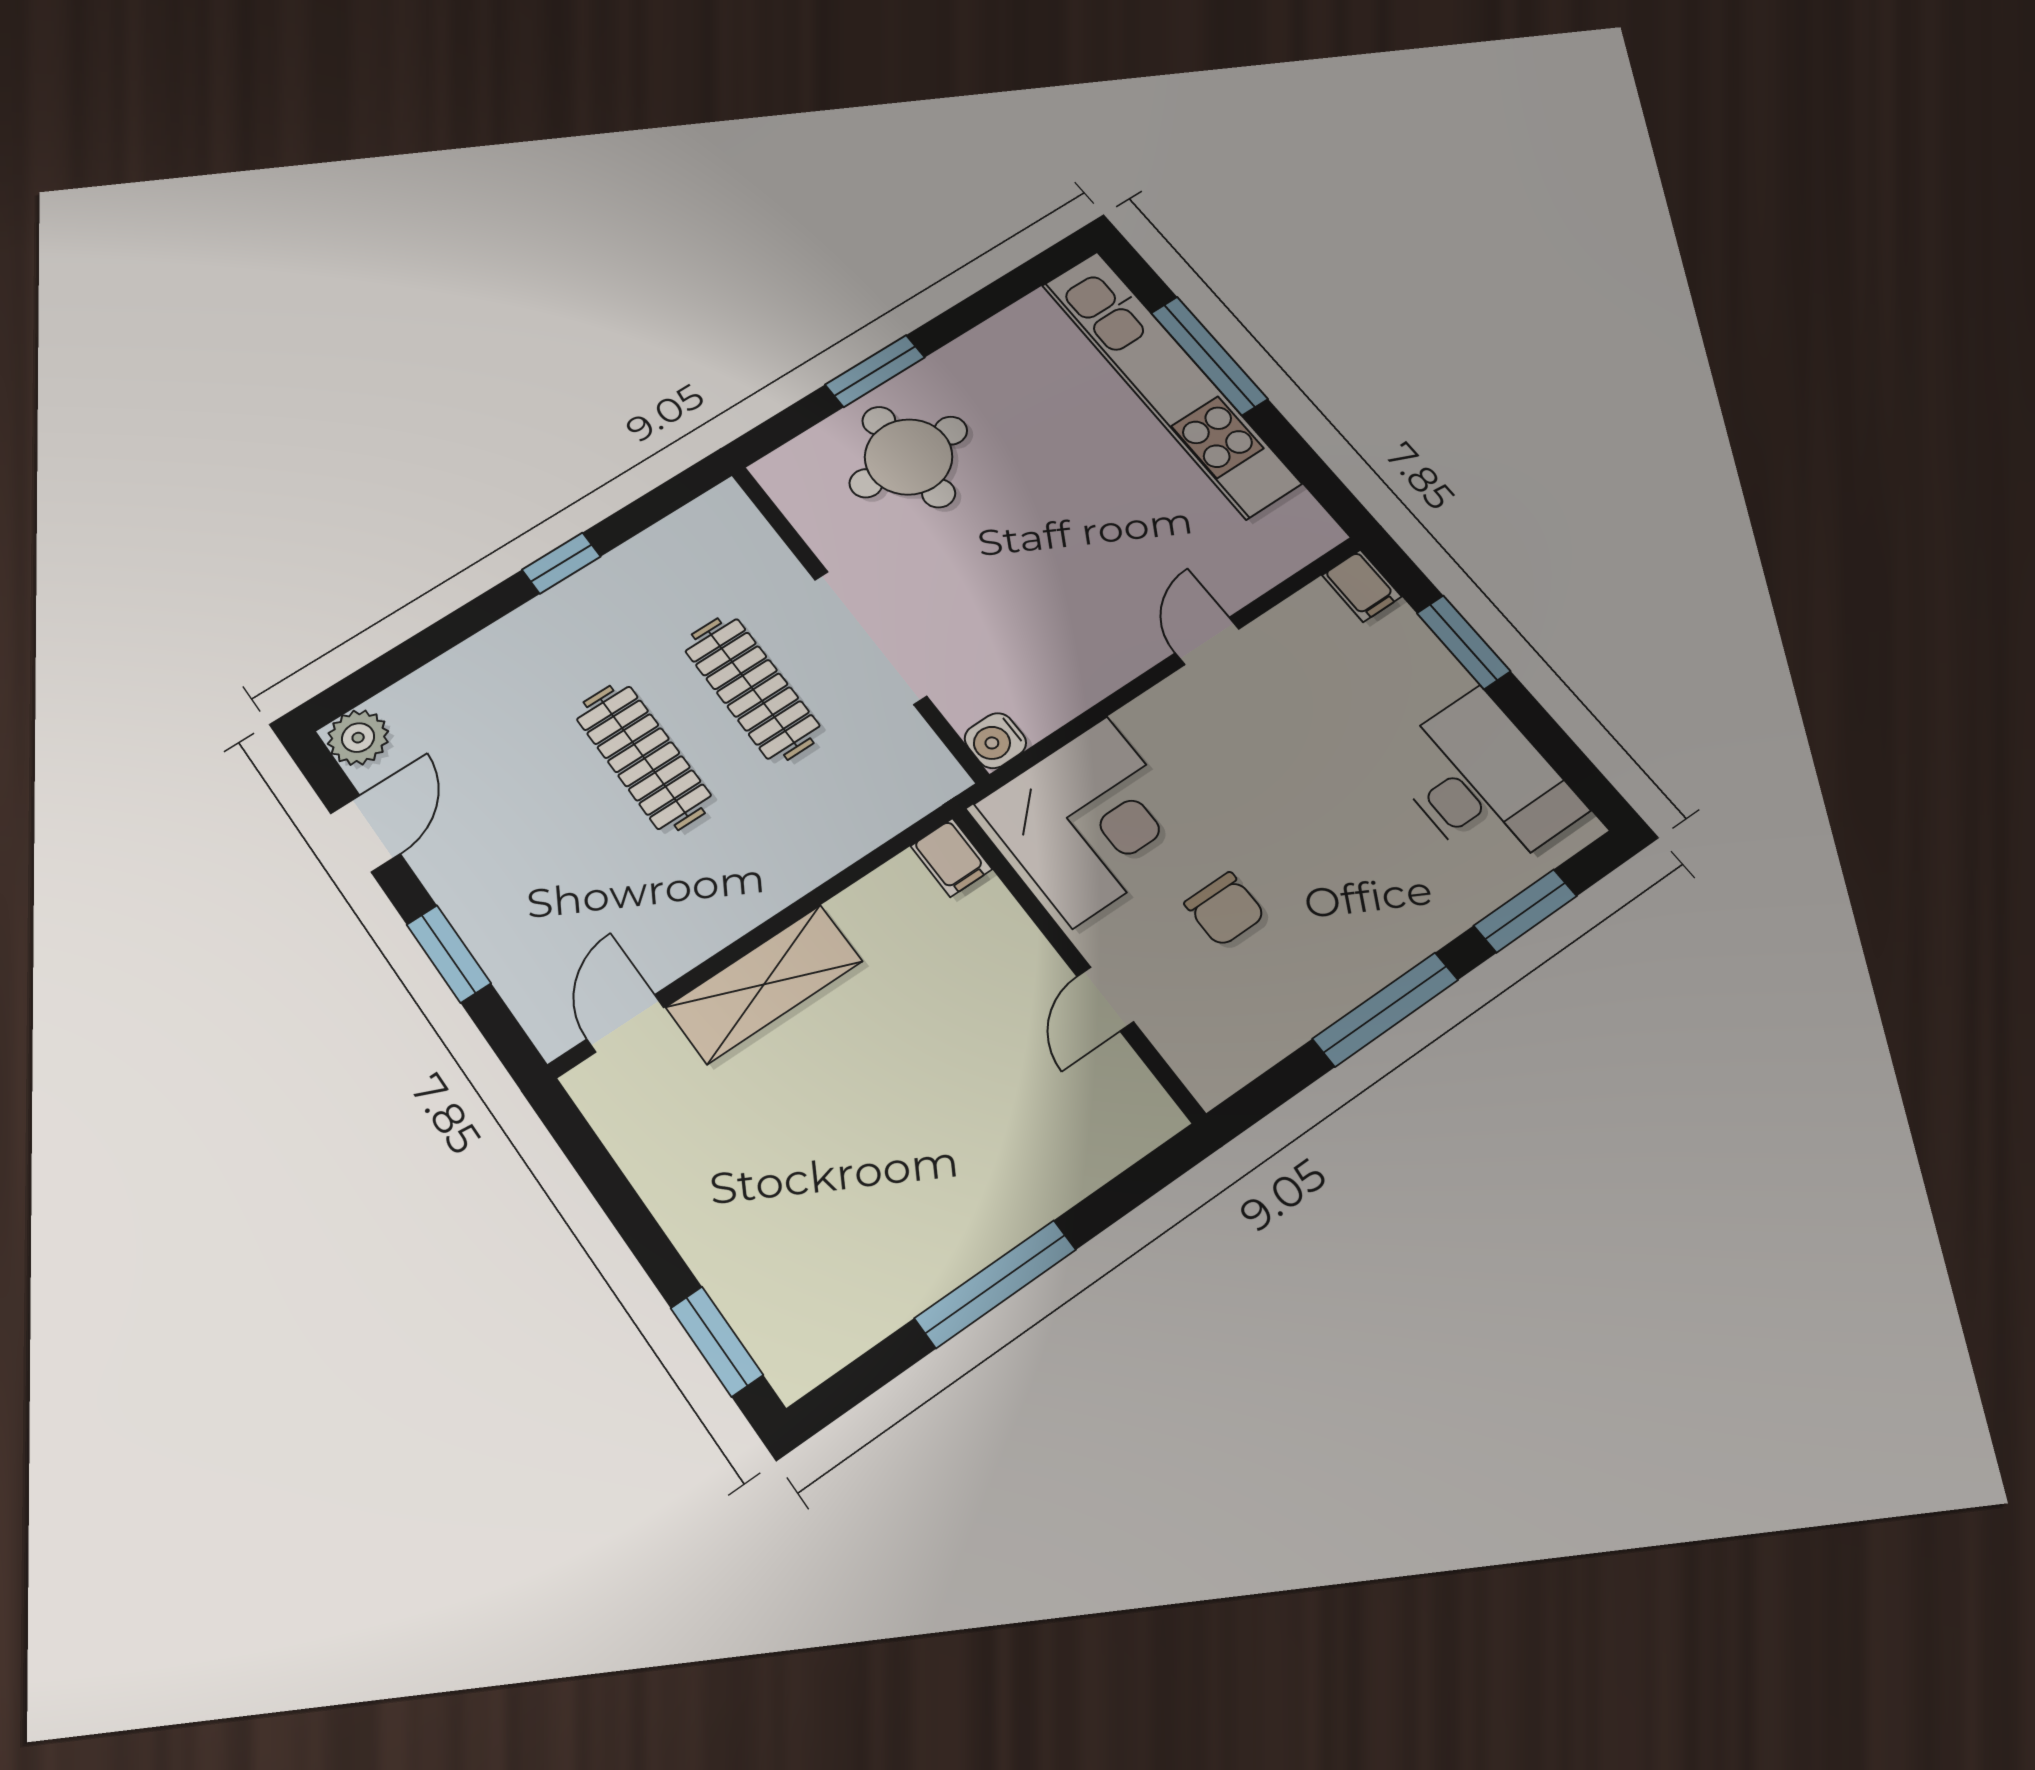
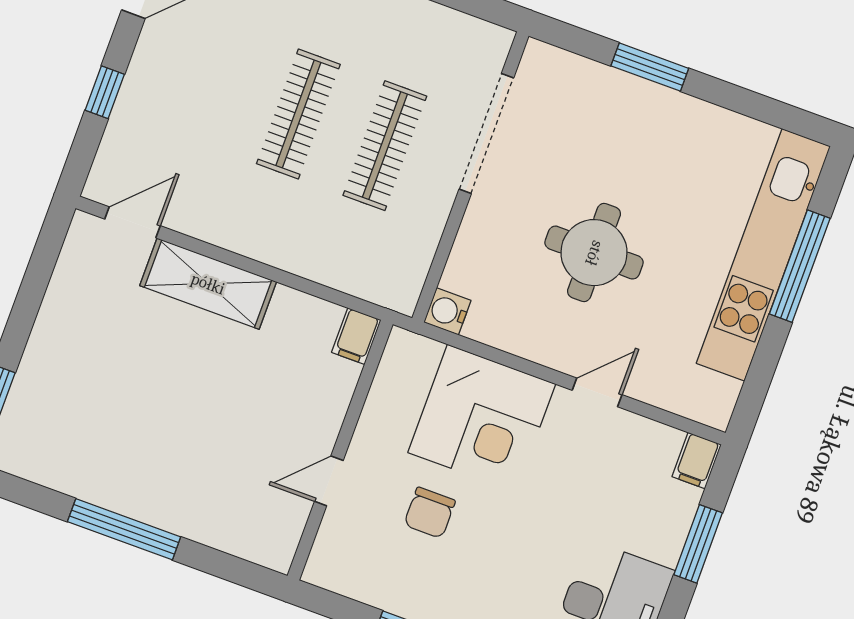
round table: (909, 457) -> (594, 253), moved
doorway: (870, 638) -> (486, 134), moved
corner desk: (1090, 821) -> (482, 418), moved
window: (449, 954) -> (105, 92), width x0.67

